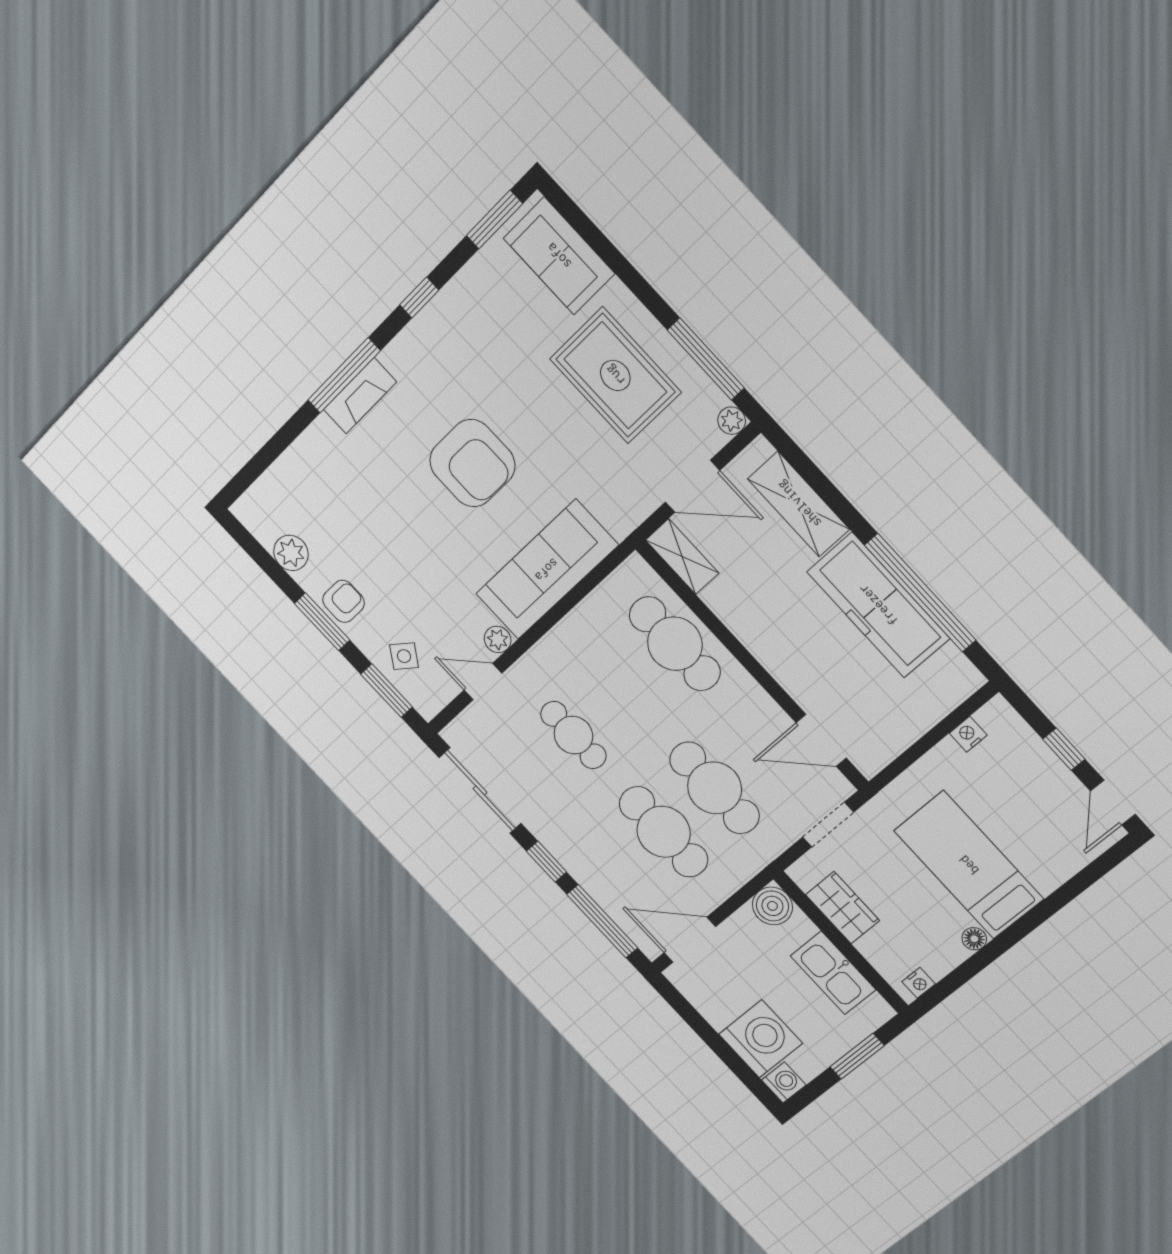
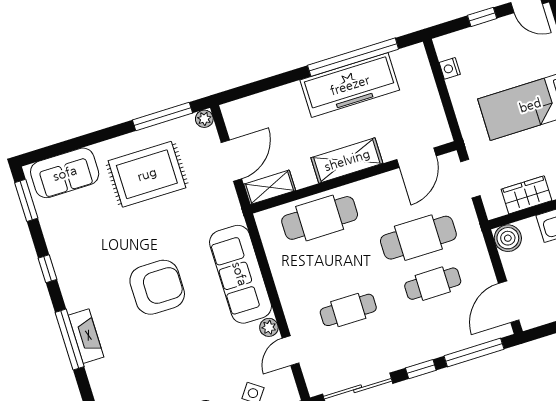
shelving: (799, 504) -> (347, 160), moved
cafe table: (664, 832) -> (433, 284), width x0.73, depth x0.74

